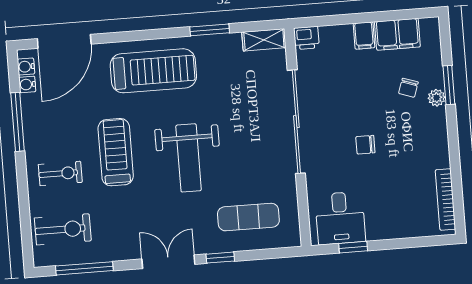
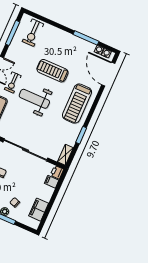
filing cabinet: (364, 36) -> (52, 182), moved
treadmill: (116, 152) -> (52, 71), turned 180
exercise bike: (60, 173) -> (13, 82), moved

